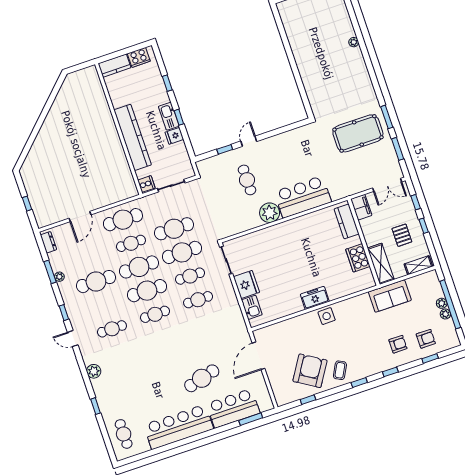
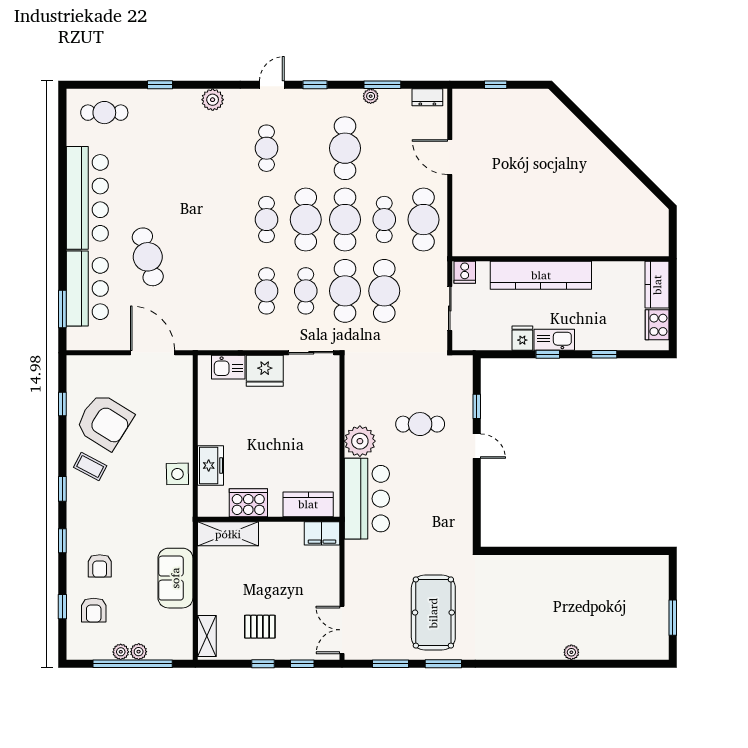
filing cabinet: (361, 207) -> (322, 533), moved
kitchen counter: (347, 221) -> (308, 504), moved
wall: (364, 242) -> (269, 519), moved
cooker: (358, 258) -> (248, 503), moved
shelving: (381, 264) -> (228, 534), moved

